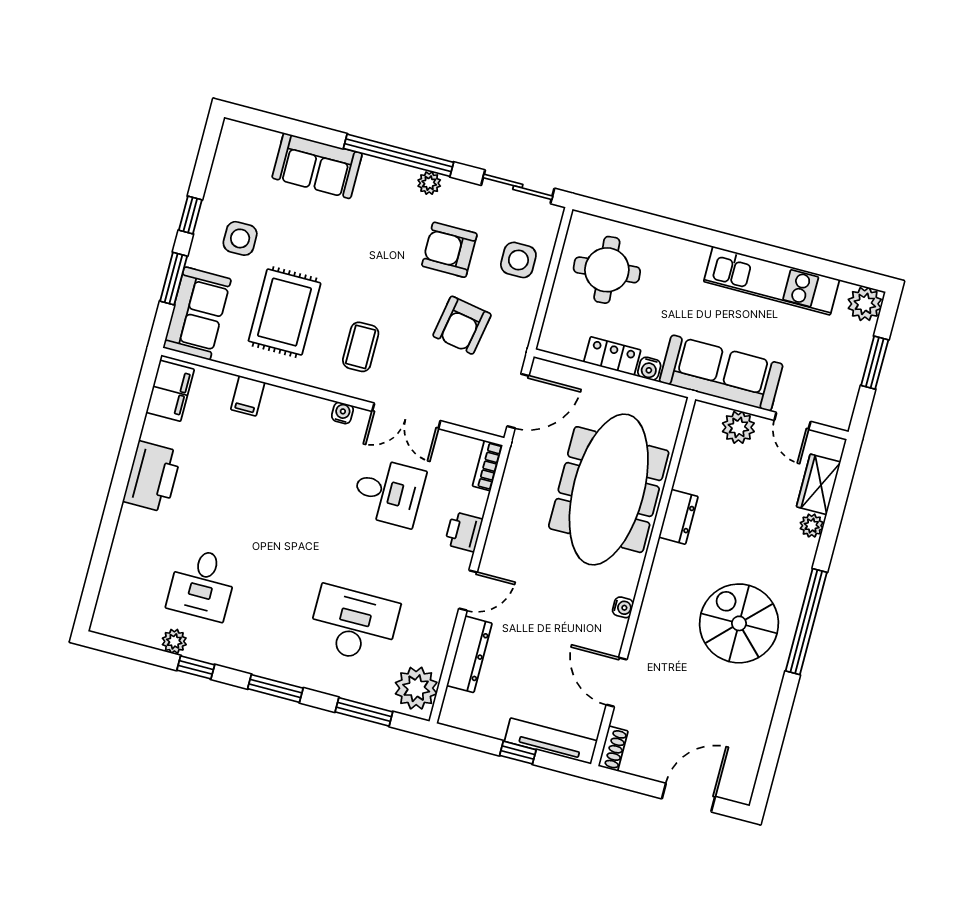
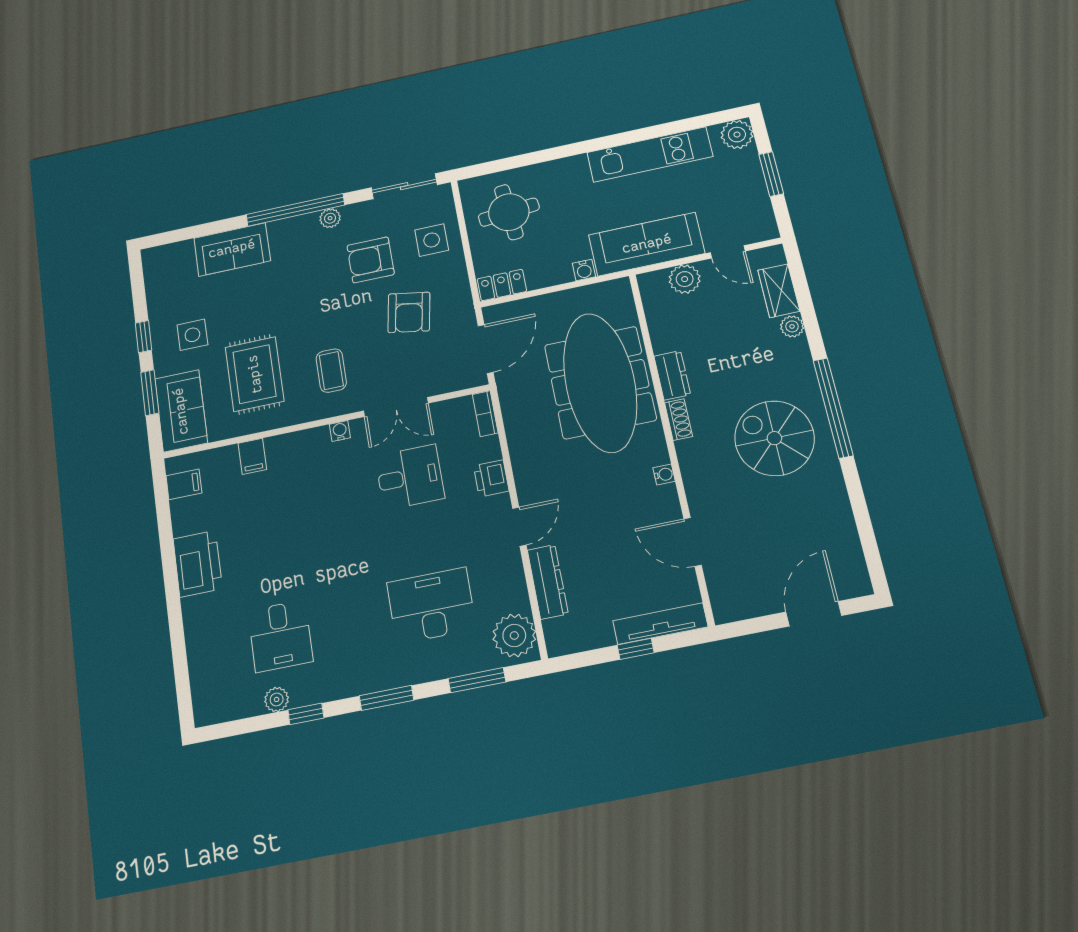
locker: (612, 356) -> (502, 285), moved
filing cabinet: (170, 391) -> (184, 484), width x0.50
shoe rack: (613, 749) -> (679, 420), moved

